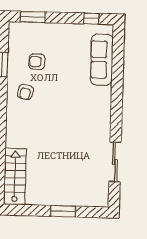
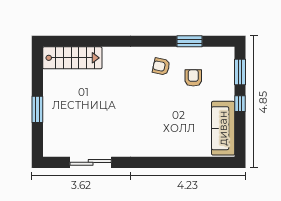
window: (91, 19) -> (240, 104), moved
sofa: (102, 60) -> (223, 128), moved, turned -90

